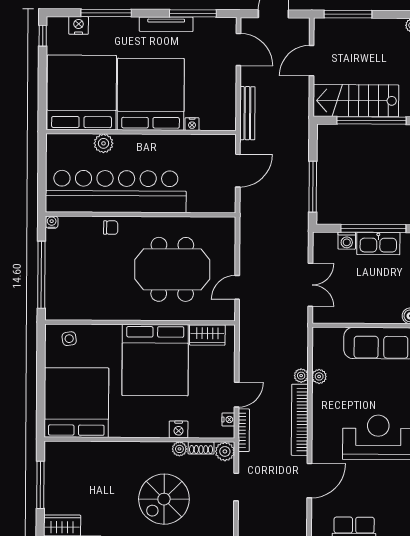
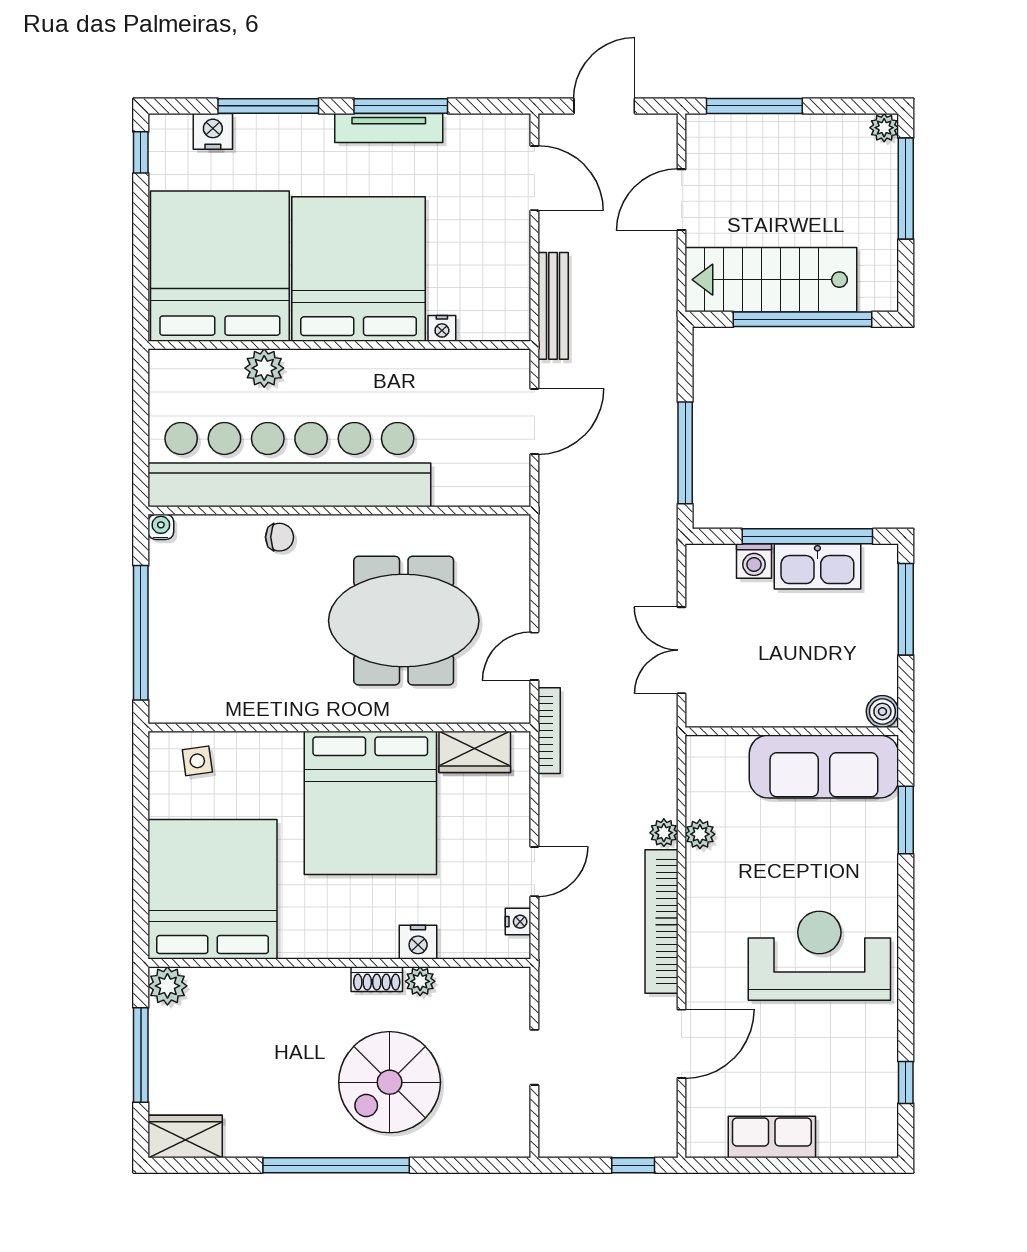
window: (193, 13) -> (401, 106), moved
double door: (310, 285) -> (681, 650), swing flipped
bookcase: (244, 430) -> (549, 731), moved
shoe rack: (201, 448) -> (377, 979), moved
plant: (225, 451) -> (167, 986), moved

